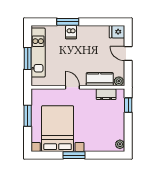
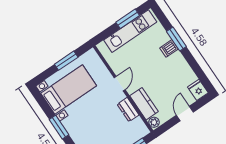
window: (28, 58) -> (128, 19), moved
dresser: (106, 94) -> (128, 110), moved
bed with nightstands: (58, 129) -> (69, 89), width x0.73

